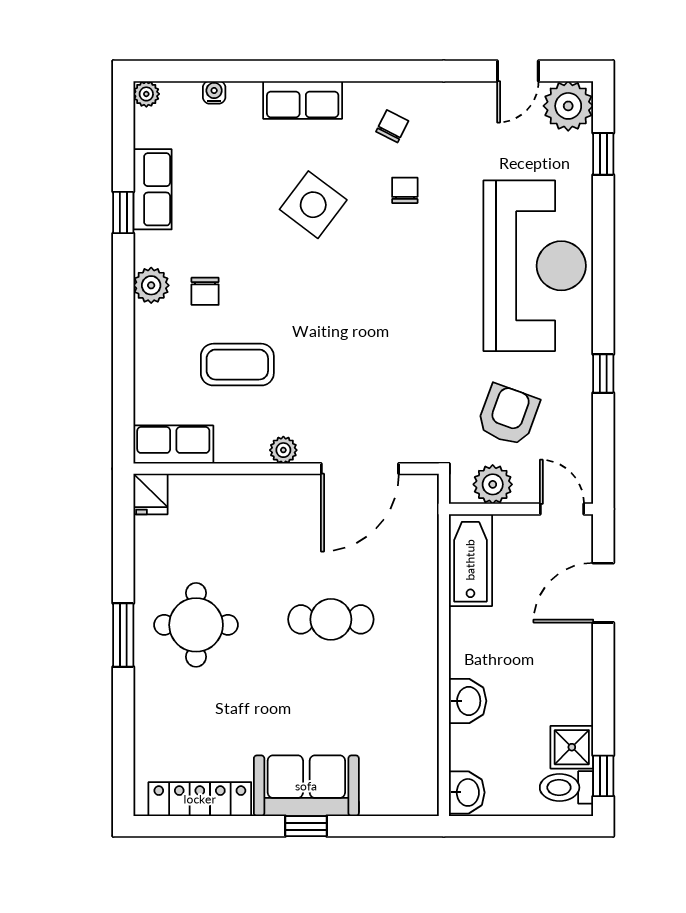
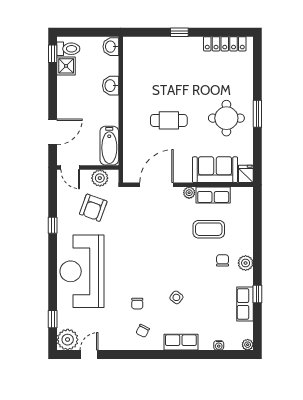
side table: (313, 205) -> (176, 297), width x0.54, depth x0.54
row of seats: (173, 445) -> (213, 195), moved
sofa: (306, 786) -> (215, 170), moved, turned 180

